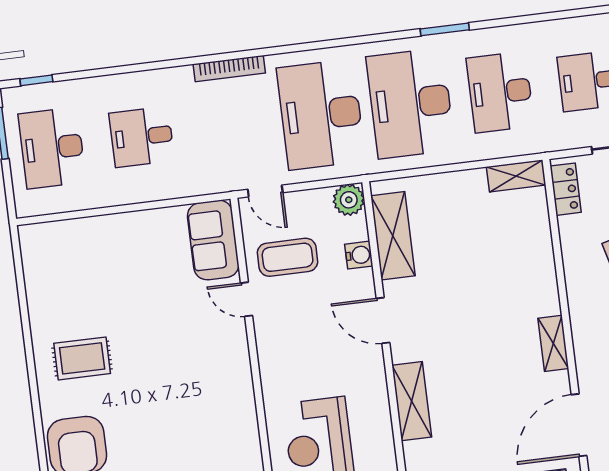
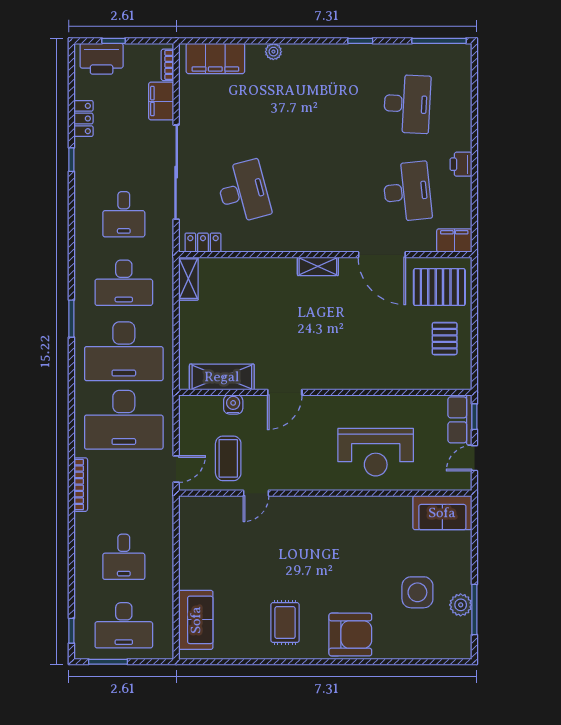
plant: (349, 200) -> (191, 407), removed
sofa: (213, 240) -> (196, 620), moved, turned -90
shelving: (412, 401) -> (348, 378), removed

